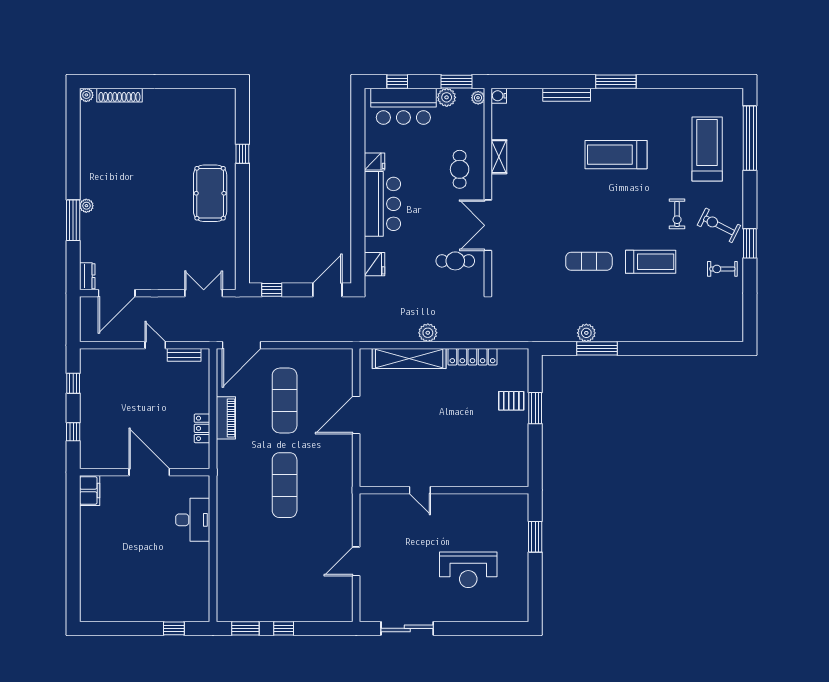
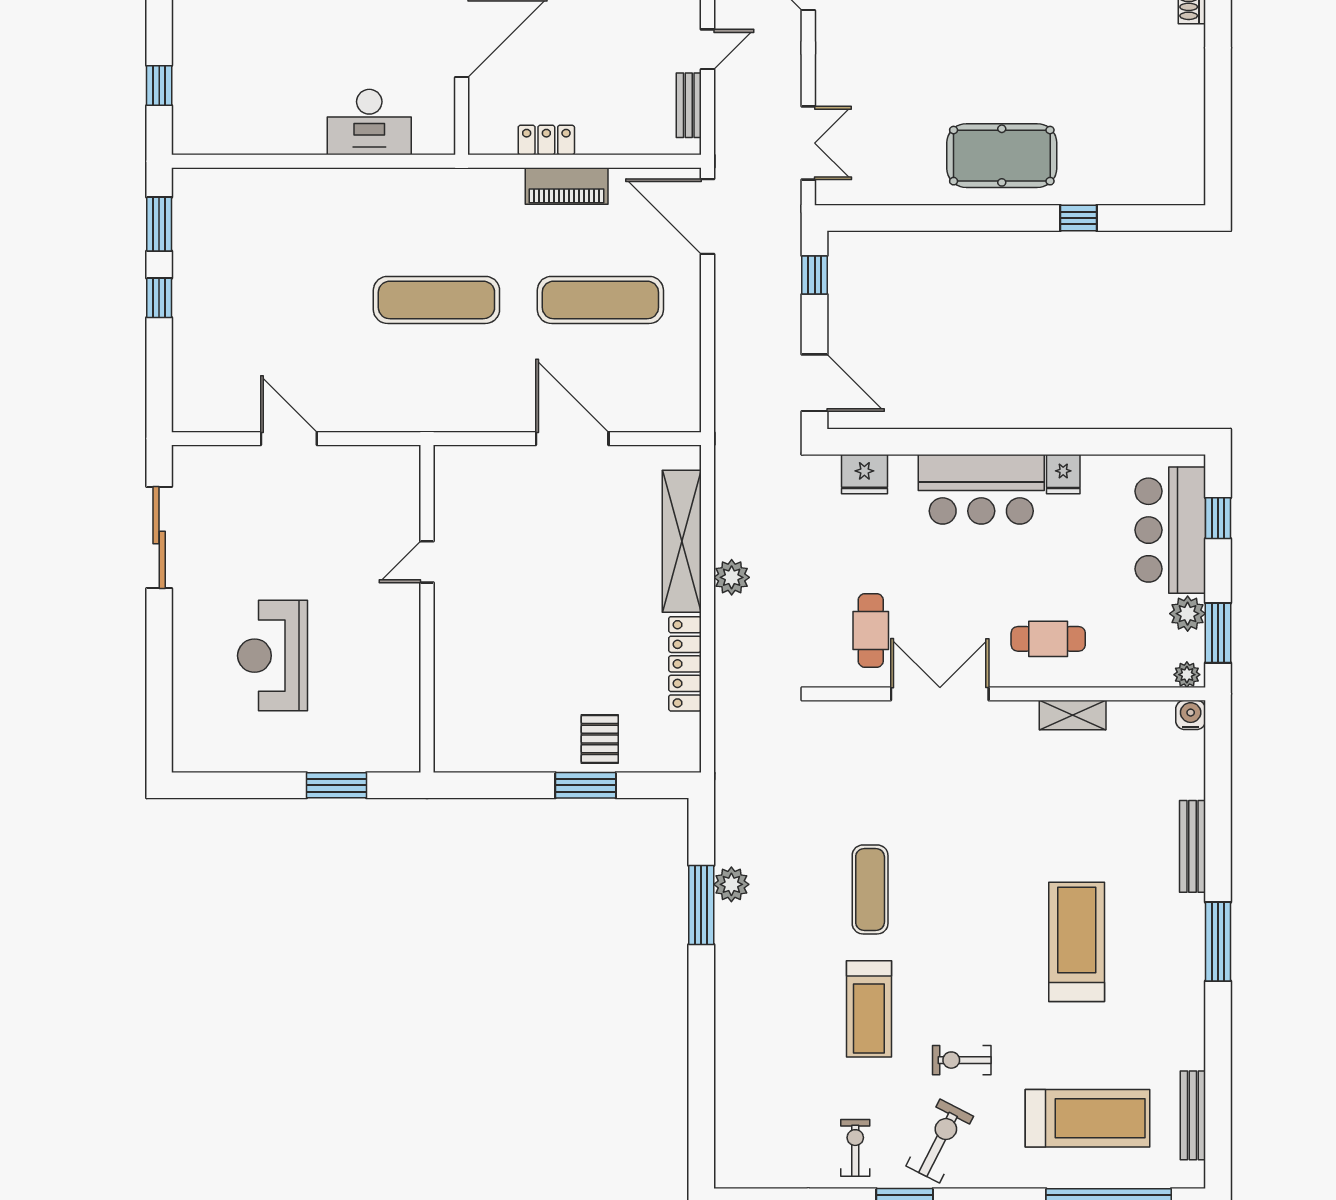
bench: (706, 95) -> (1193, 1115), added

